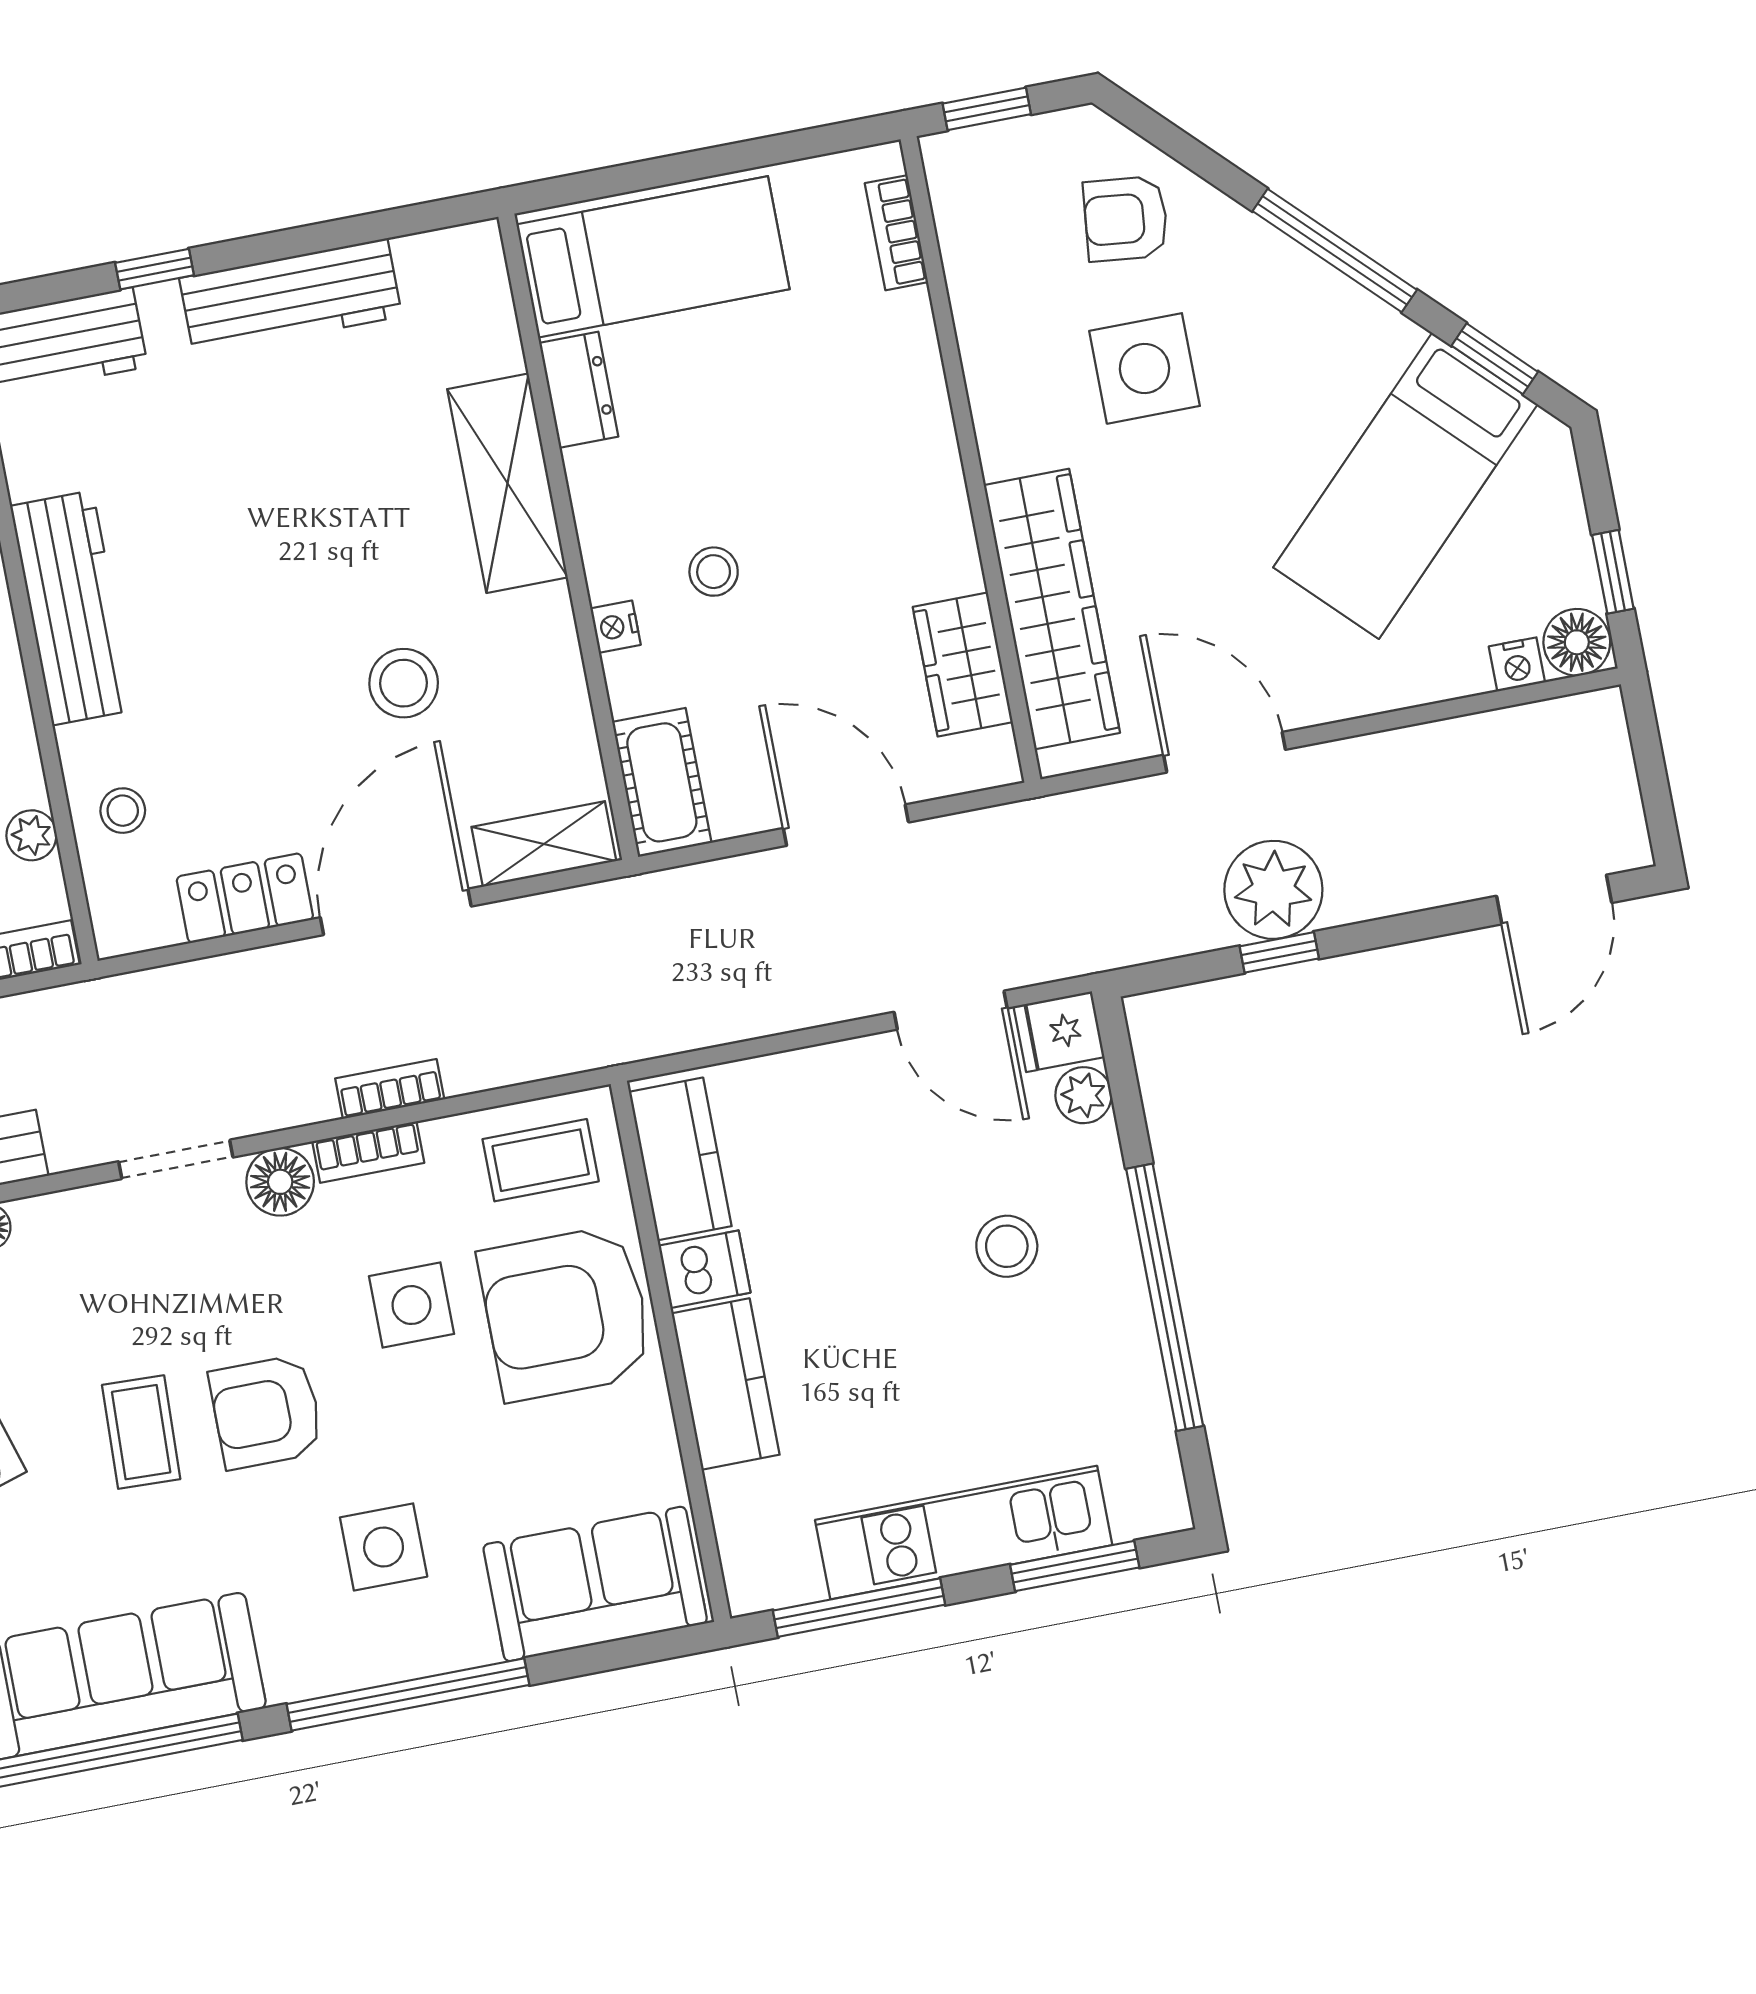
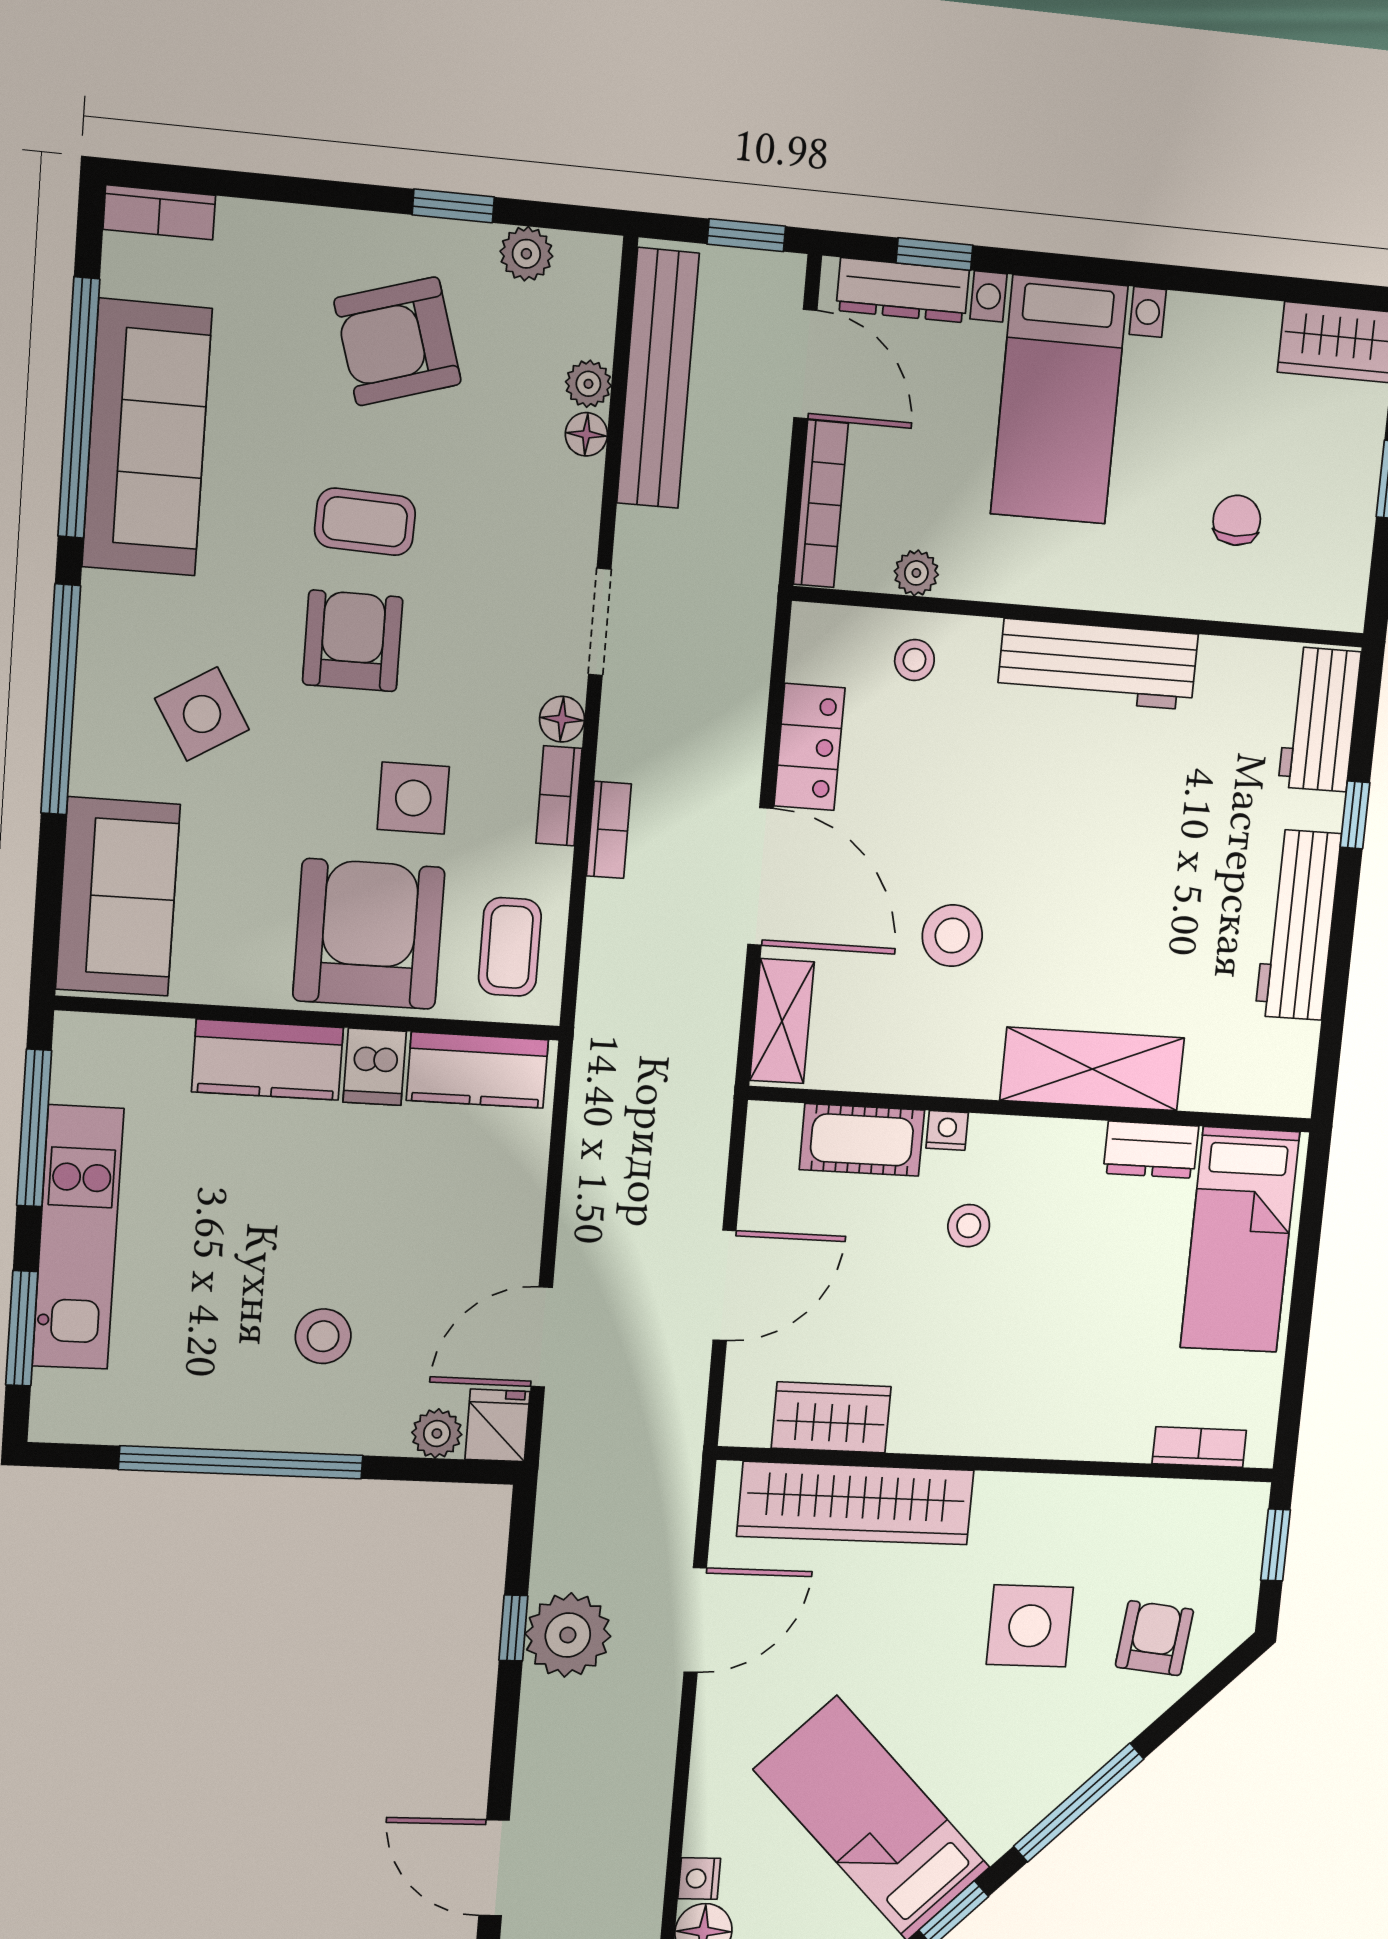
cot: (662, 782) -> (862, 1140), moved
floor lamp: (280, 1182) -> (562, 719), width x0.73, depth x0.73
side table: (384, 1547) -> (202, 714), turned -31

